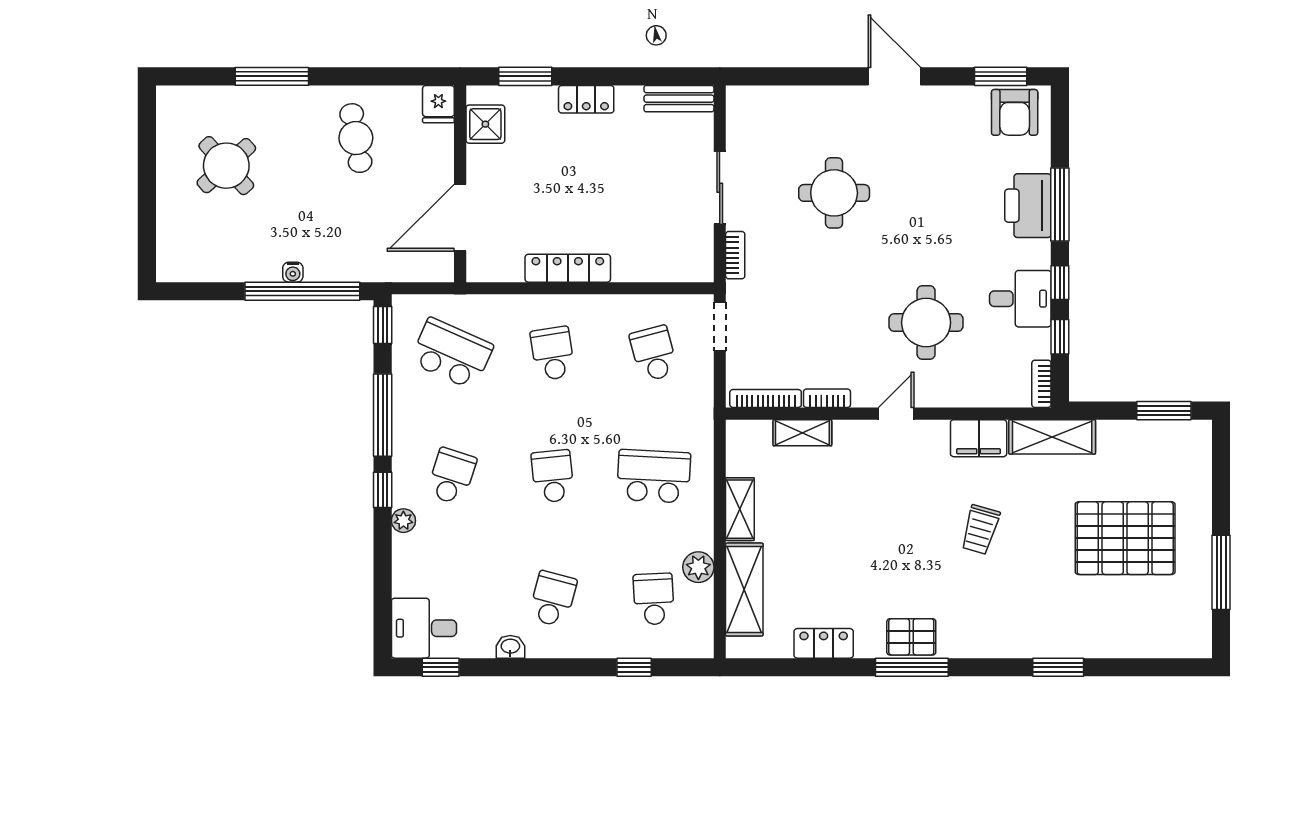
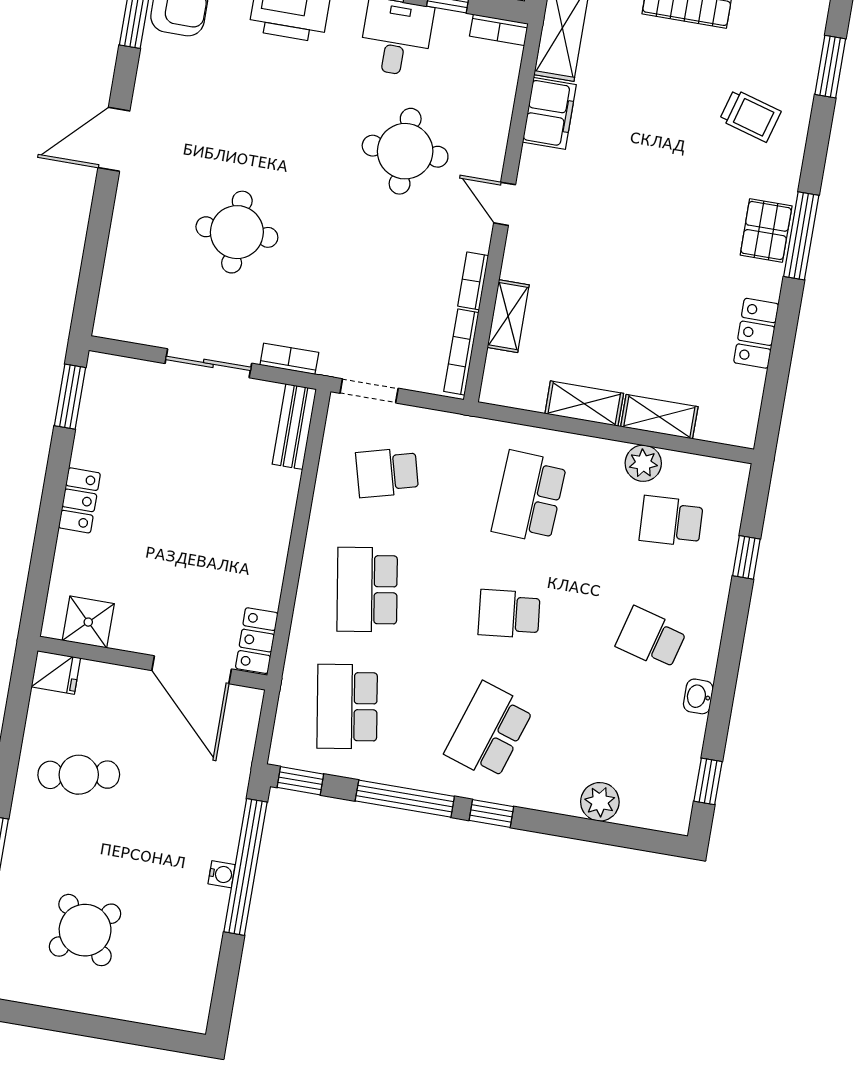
window: (525, 76) -> (70, 397), moved
bench: (679, 99) -> (294, 427), moved
locker: (568, 268) -> (257, 641), moved, width x0.66
school desk: (452, 354) -> (347, 707), turned -33
school desk: (553, 354) -> (367, 590), width x1.85
school desk: (452, 476) -> (489, 731), width x1.85
plant: (403, 521) -> (600, 802), moved, width x1.38, depth x1.38
trolley: (980, 530) -> (750, 116), moved
shelving: (744, 590) -> (659, 417), width x0.67, depth x0.75
desk: (424, 628) -> (660, 793), removed

